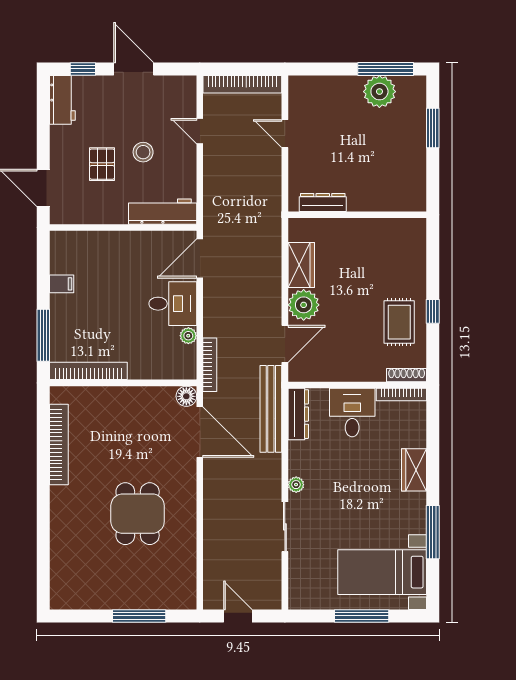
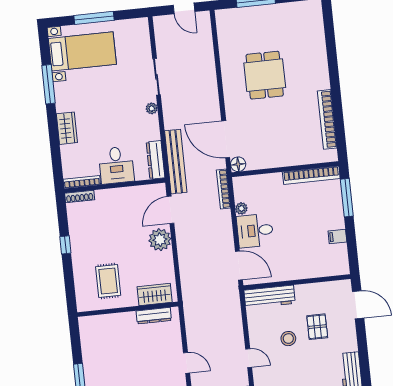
door: (200, 258) -> (239, 265), hinge flipped
wardrobe: (301, 265) -> (155, 295), moved, turned 90
rug: (399, 322) -> (108, 281), moved

